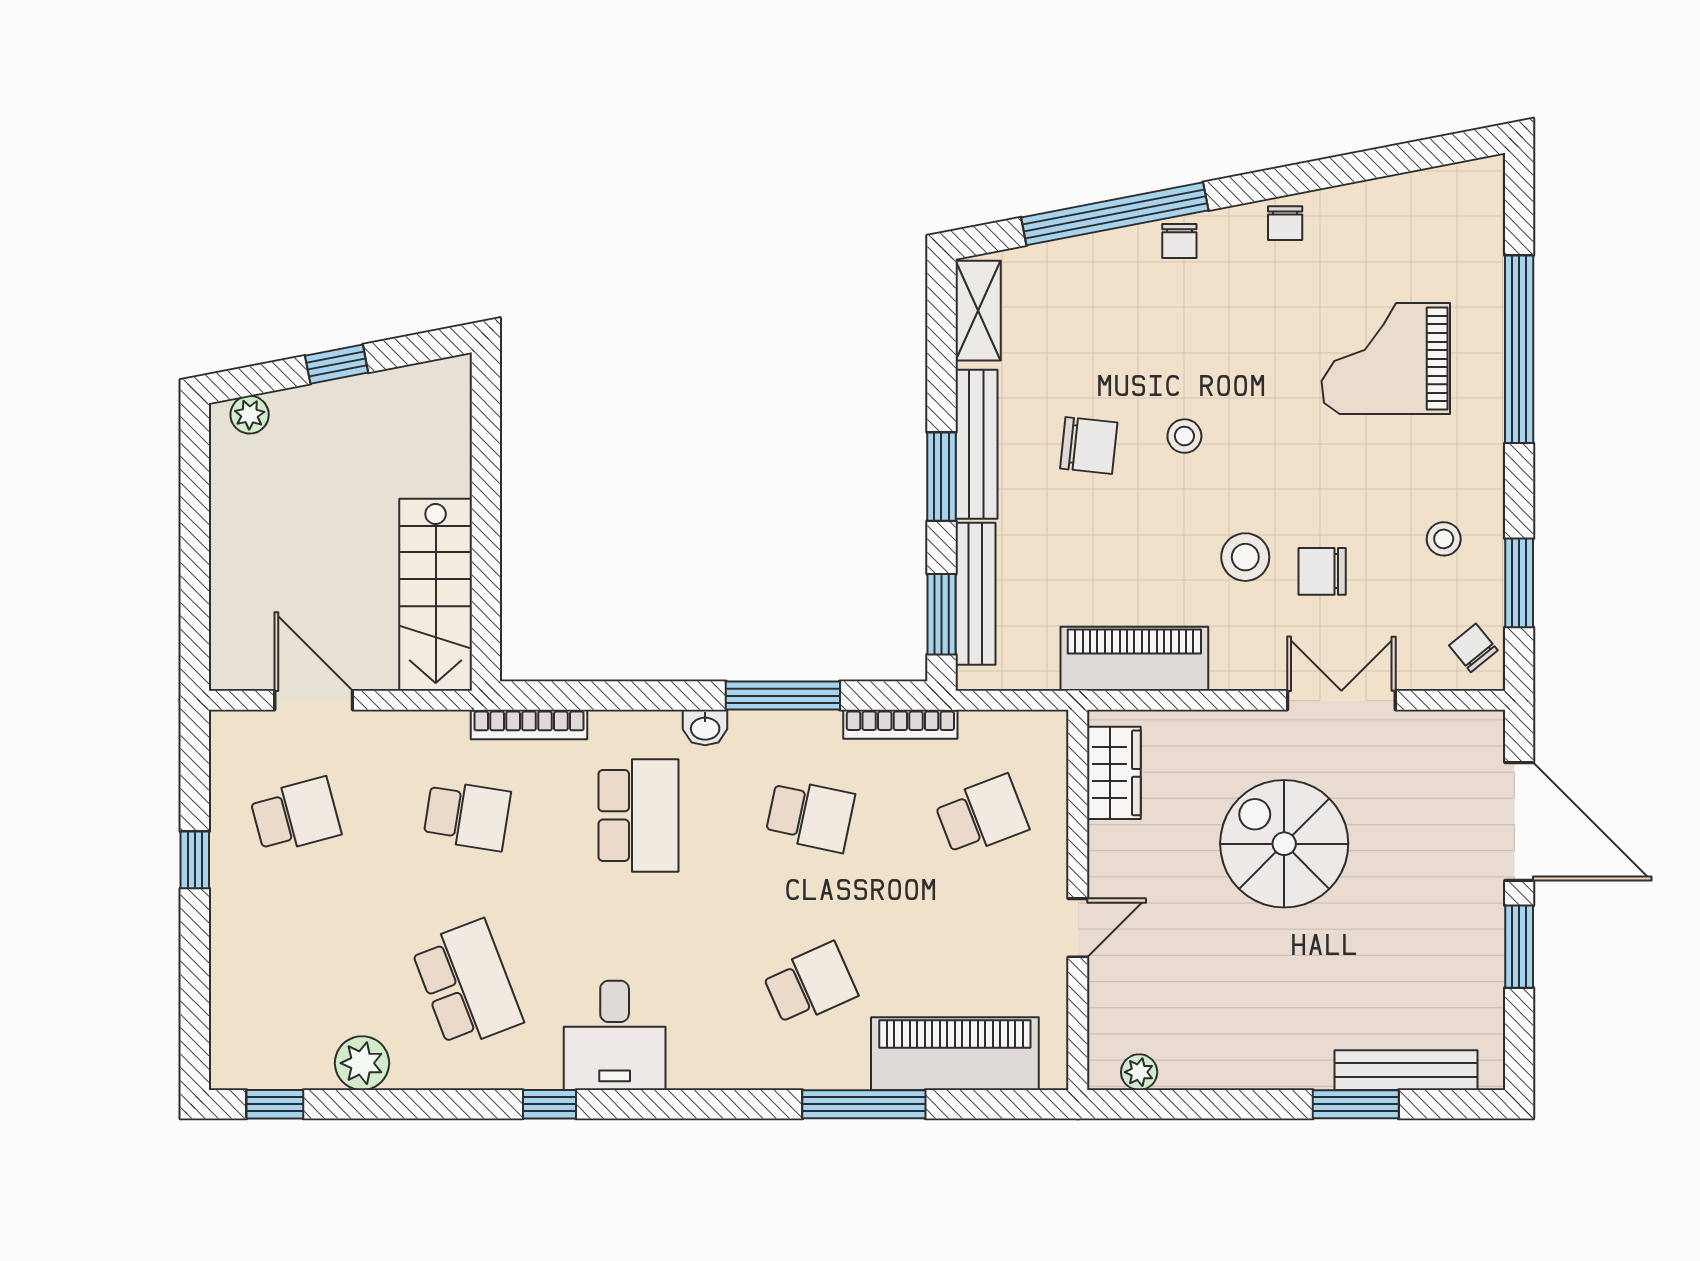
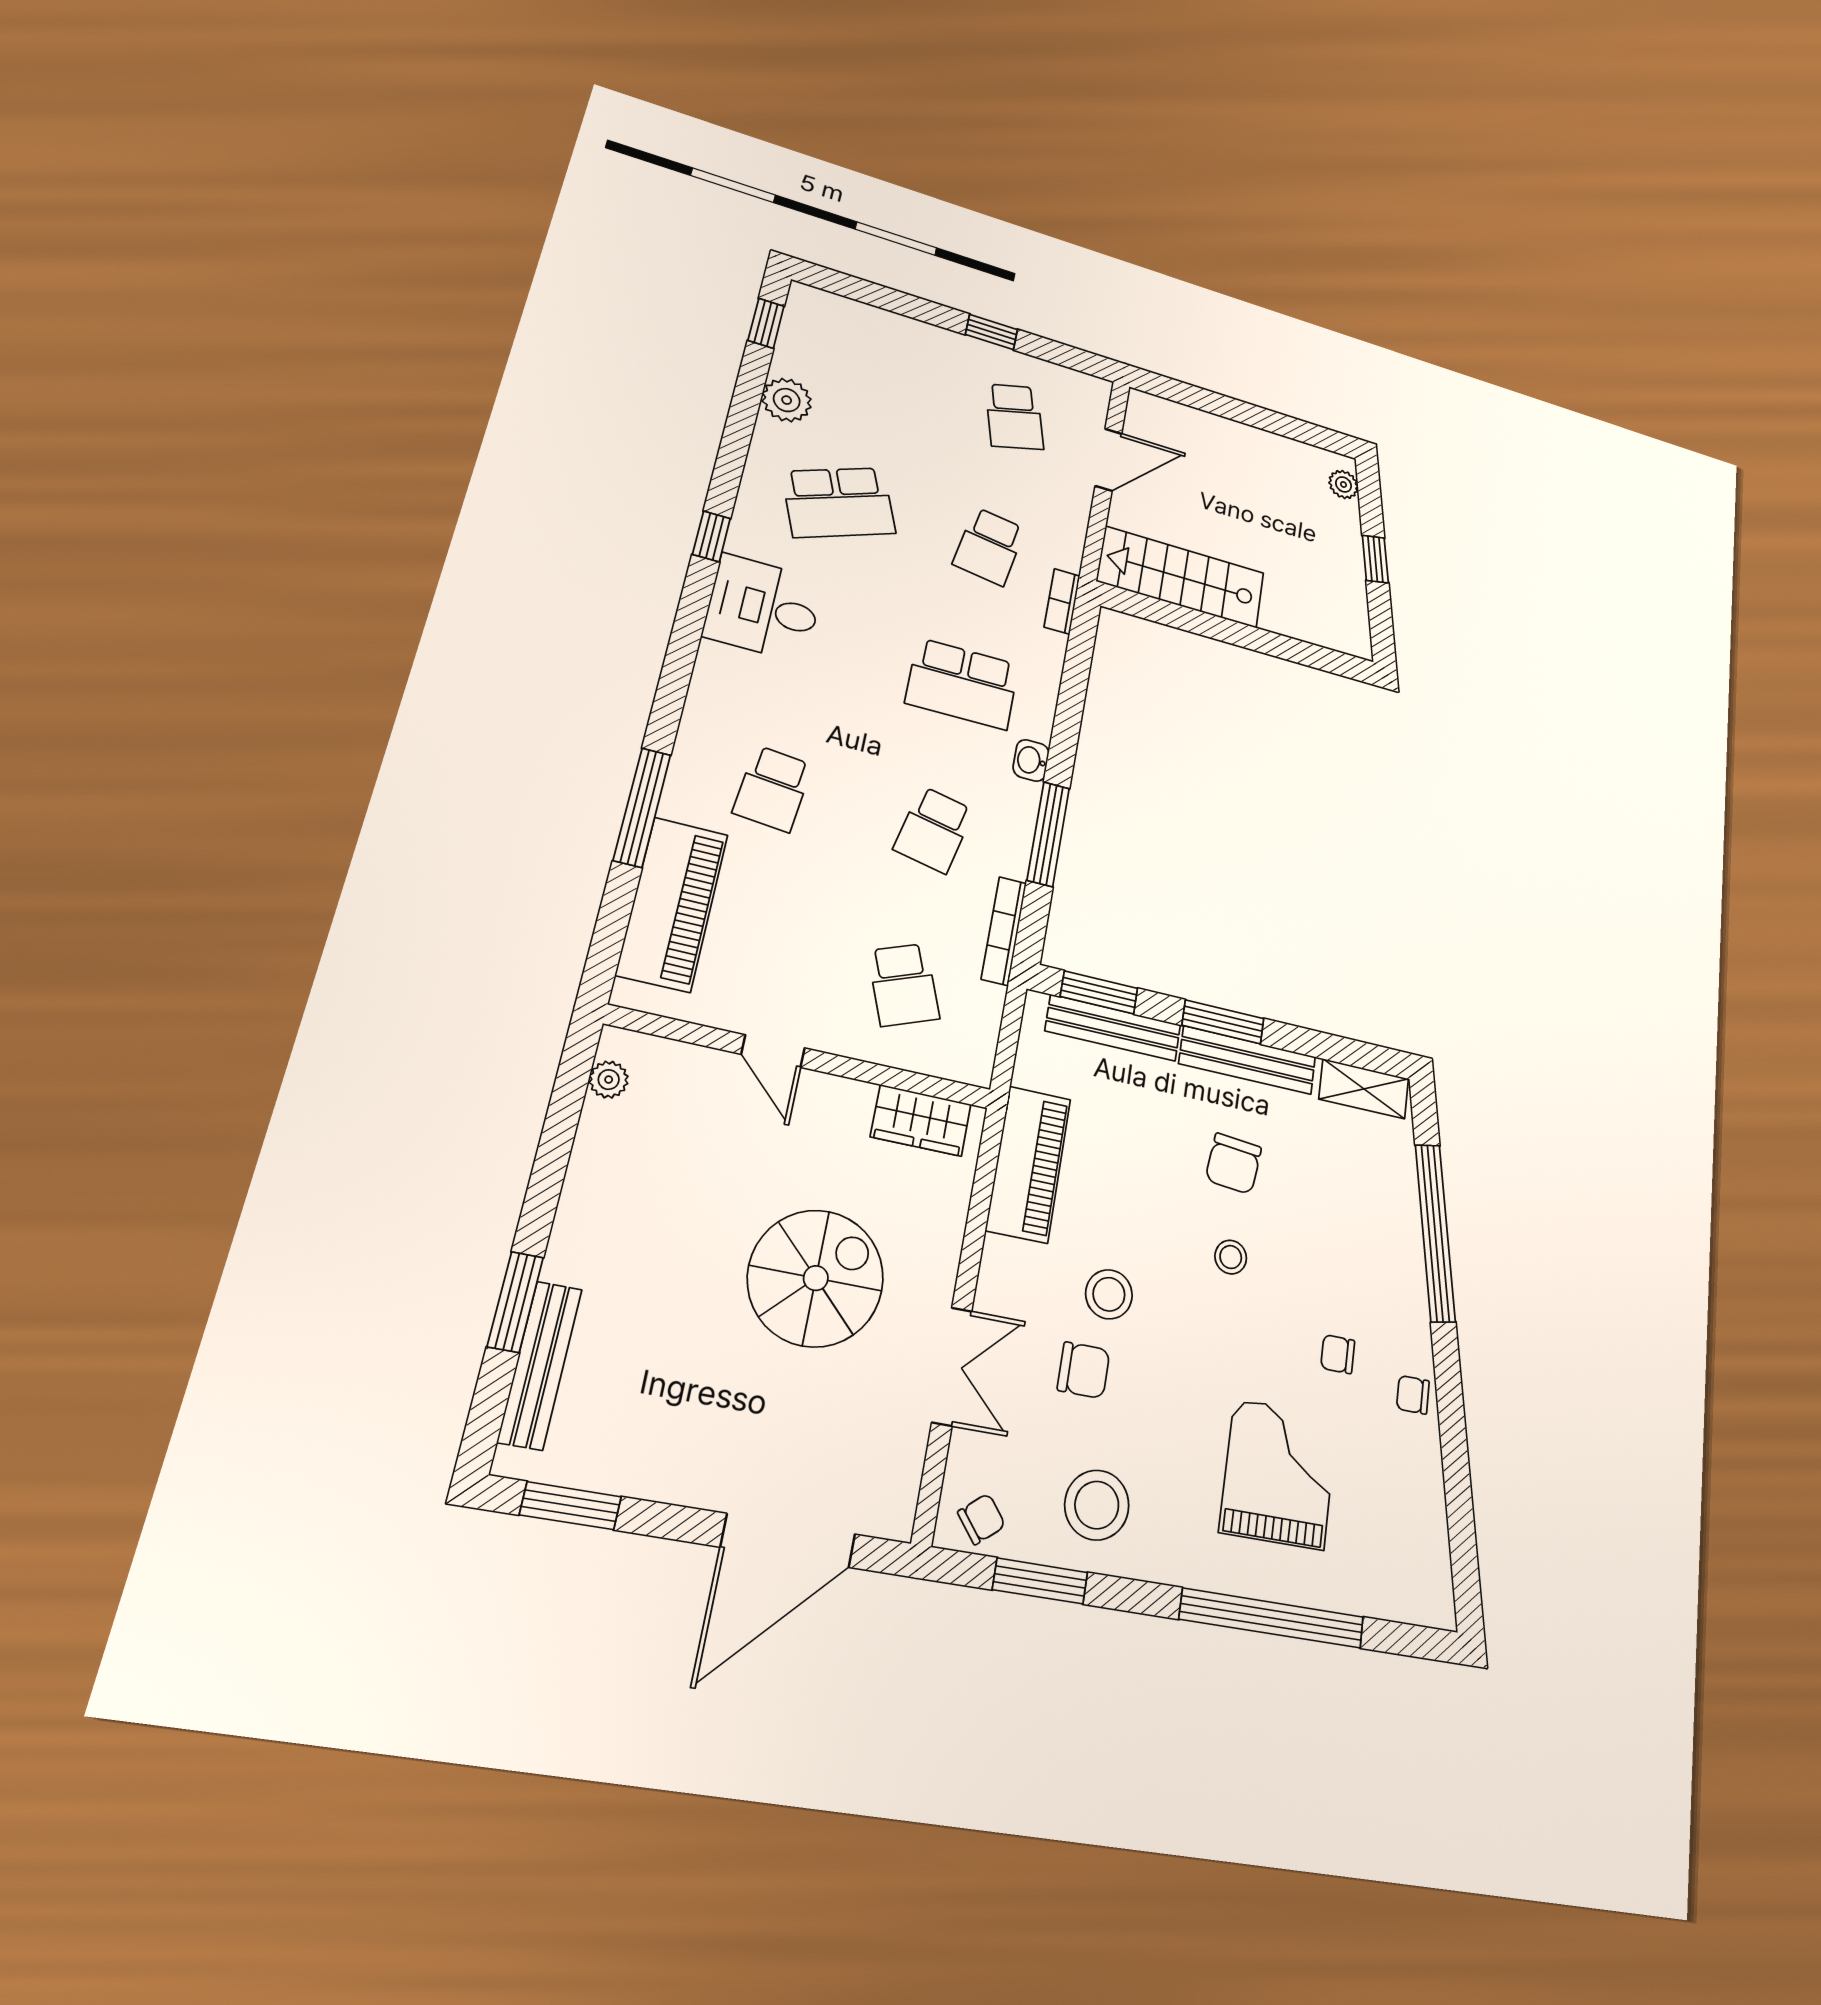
chair: (1179, 241) -> (1338, 1354), moved
stool: (1444, 539) -> (1097, 1505), width x1.89, depth x1.89
chair: (1322, 571) -> (1084, 1370), turned 90
bookcase: (529, 725) -> (1062, 601), width x0.64
window: (1519, 947) -> (570, 1506), moved
school desk: (810, 984) -> (773, 789), turned 30

